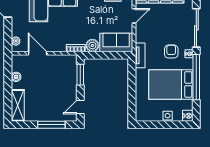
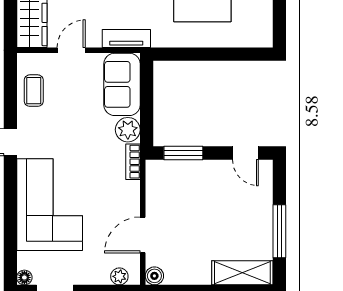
door: (134, 16) -> (71, 50), hinge flipped
tv unit: (140, 55) -> (126, 38), moved
boiler: (16, 77) -> (154, 276), moved
window: (51, 125) -> (279, 231), moved

